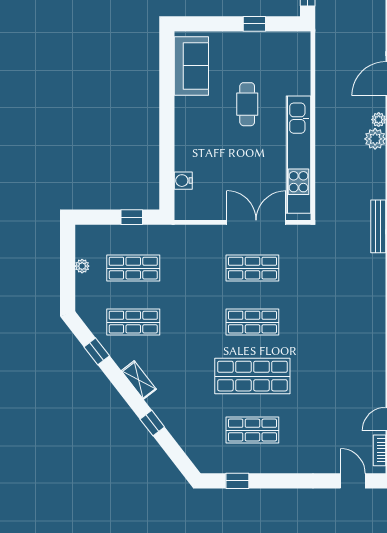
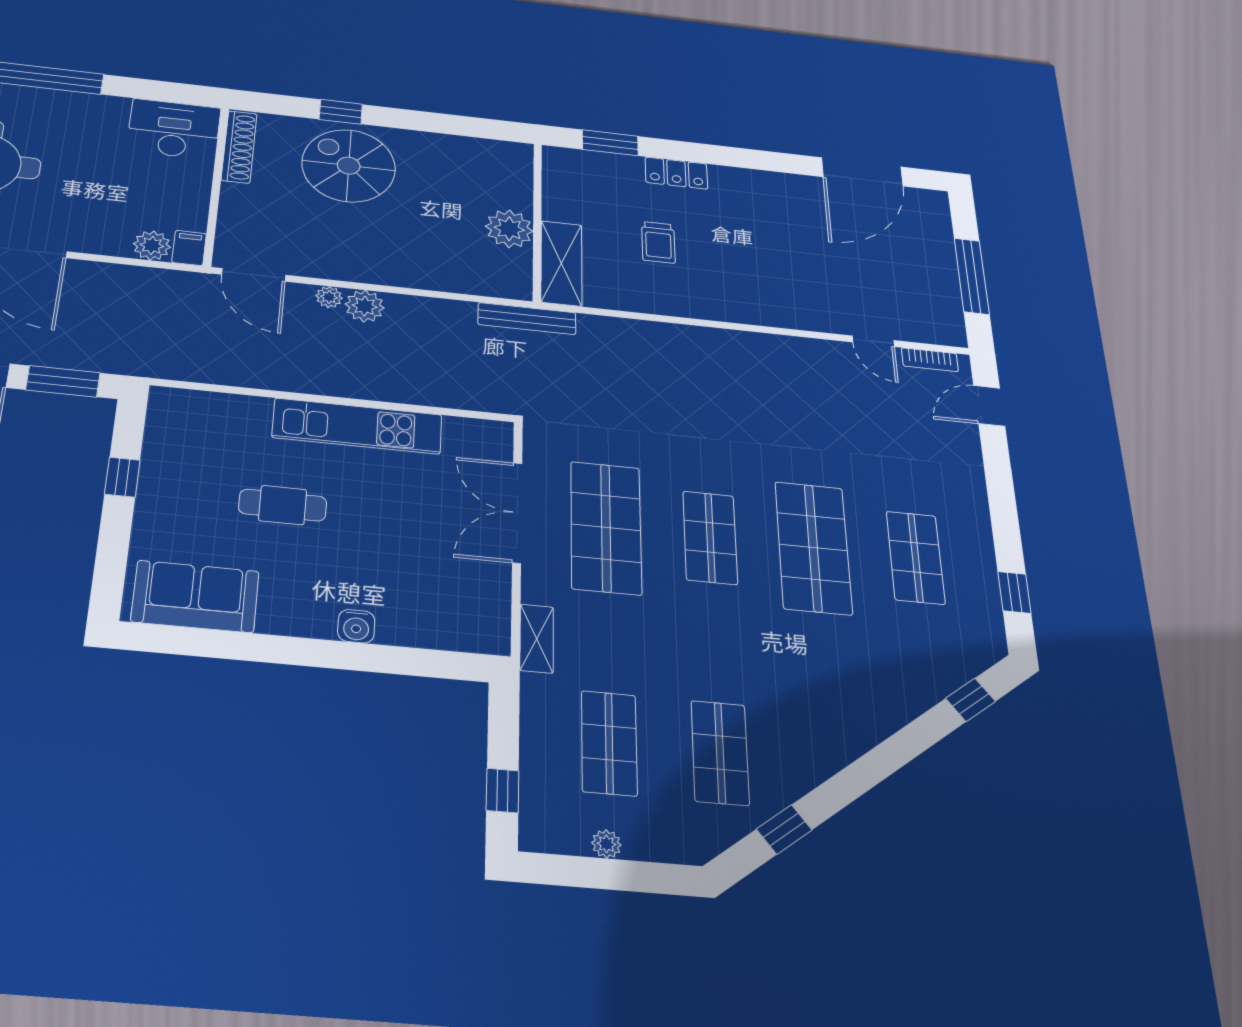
kitchen unit: (299, 155) -> (357, 426), width x0.73
water cooler: (183, 181) -> (356, 626), moved
window: (132, 217) -> (503, 791), moved
shop shelf: (252, 268) -> (606, 527), width x1.43, depth x1.36
shelving: (139, 380) -> (537, 639), moved, turned -52
window: (152, 423) -> (970, 700), moved

